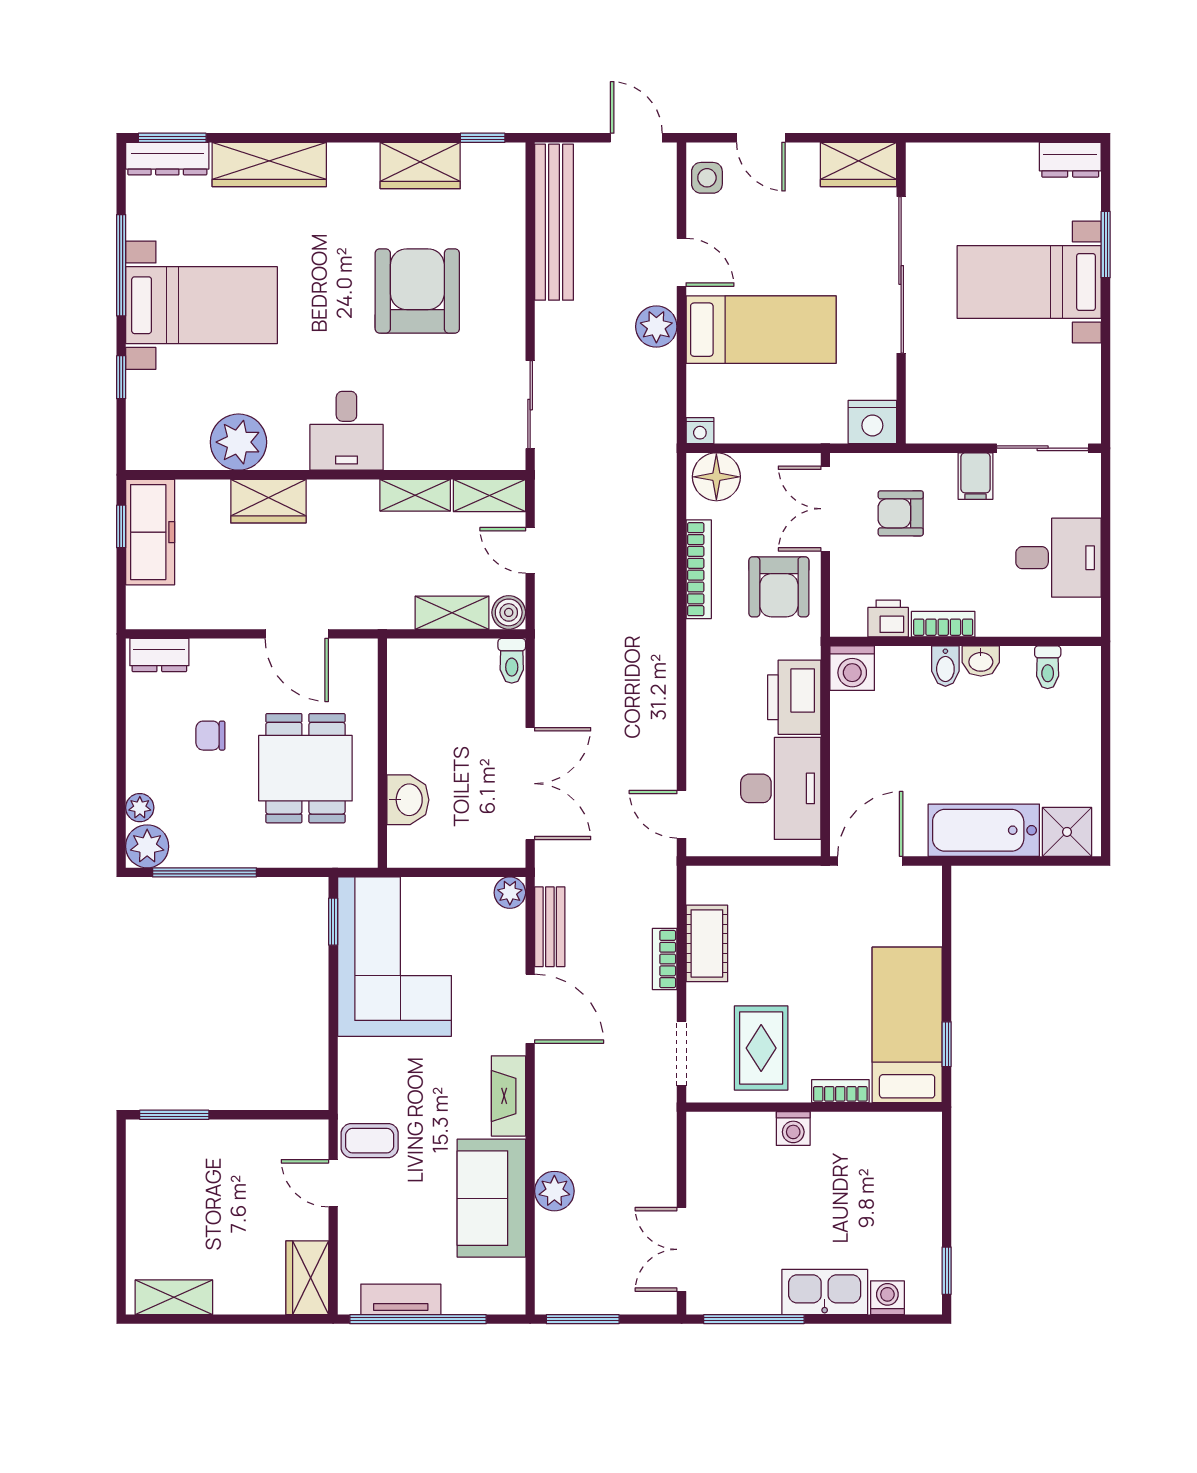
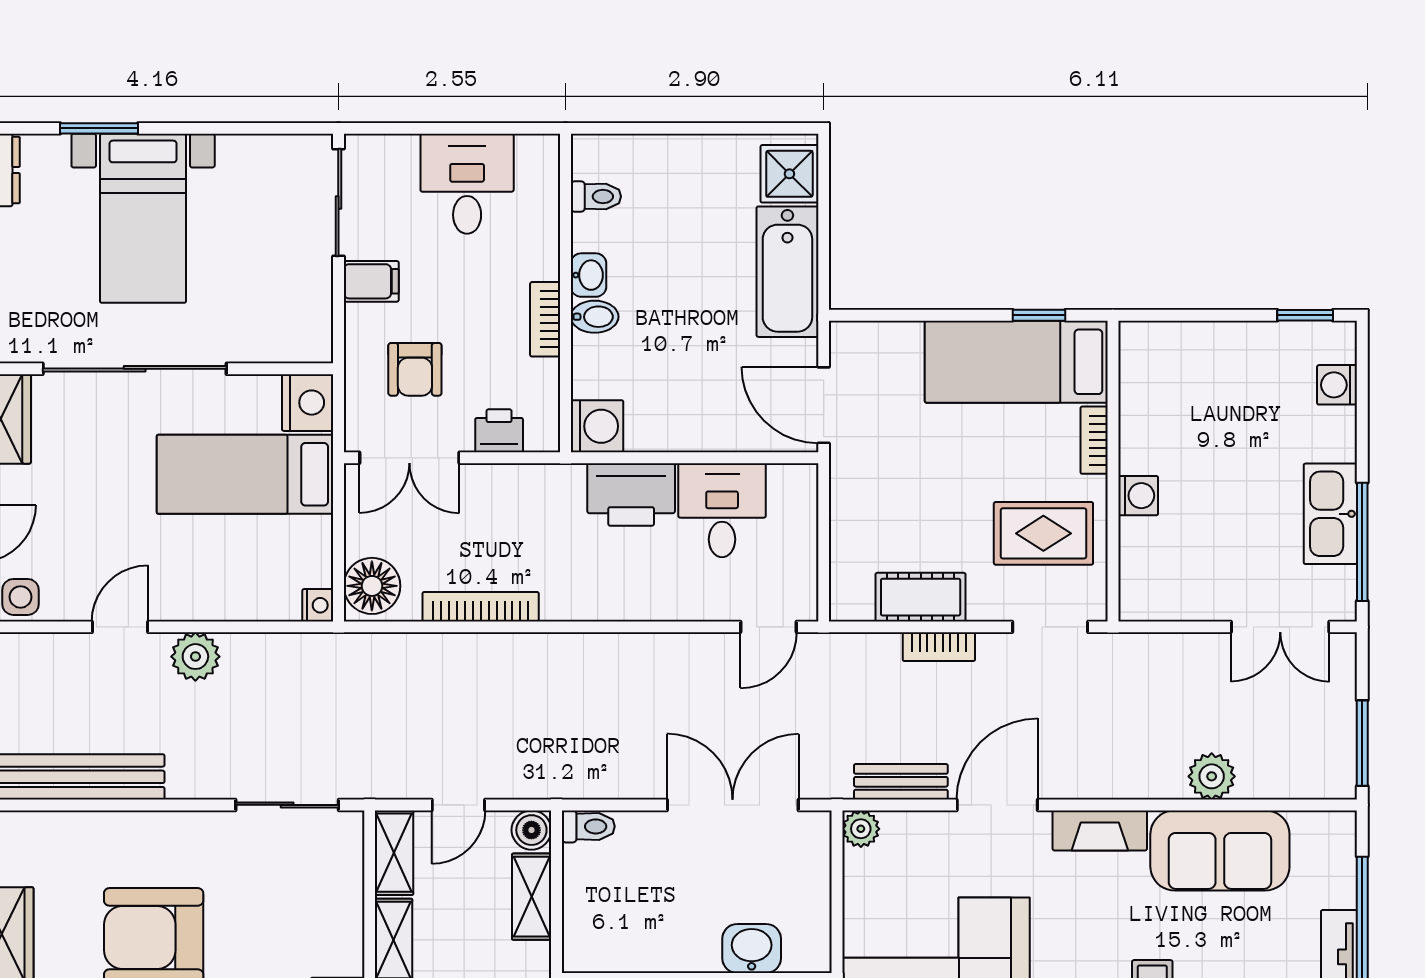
bed: (761, 330) -> (245, 474), moved, turned -90
armchair: (779, 587) -> (501, 512), removed
printer: (888, 618) -> (499, 431), moved, turned 90
desk: (781, 788) -> (722, 510), width x0.73
kitchen sink: (825, 1292) -> (1330, 514), moved

